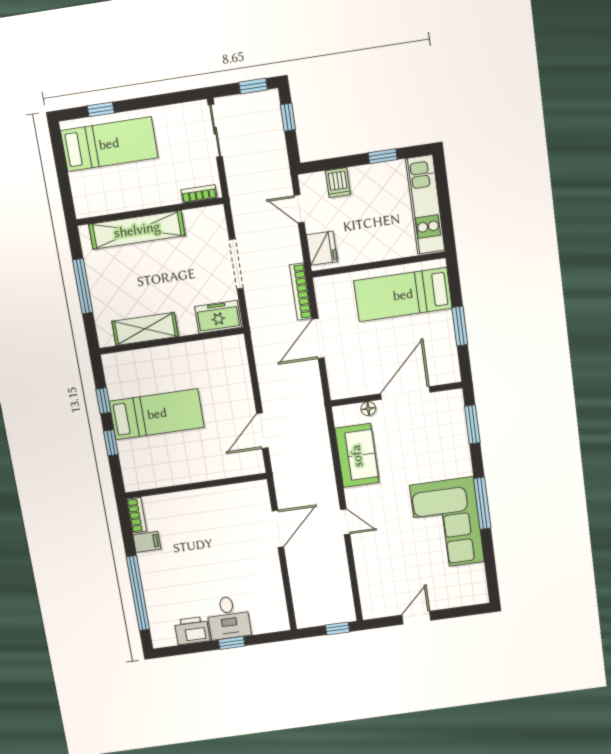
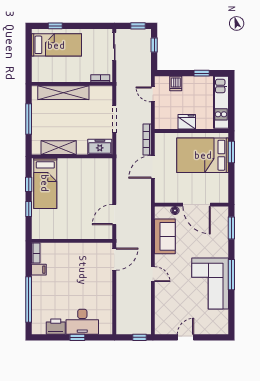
fridge: (322, 248) -> (187, 122), moved, turned -90
bed: (403, 295) -> (203, 155), width x1.50
window: (460, 326) -> (231, 152), moved
door: (405, 393) -> (197, 205), swing flipped
bed: (157, 414) -> (45, 183), moved, turned 90
door: (278, 529) -> (114, 259), moved
desk: (228, 618) -> (82, 322), width x1.37

